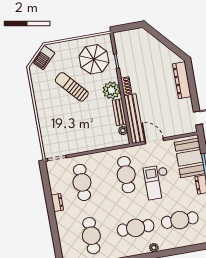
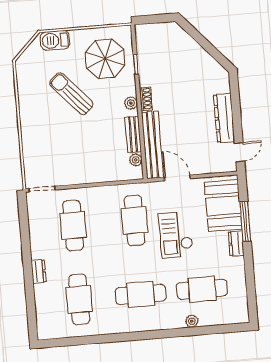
barbecue: (43, 57) -> (55, 40), moved, turned 45
dresser: (182, 80) -> (224, 118), moved
plant: (112, 90) -> (131, 103), width x0.53, depth x0.53
dresser: (57, 203) -> (39, 271), moved
plant: (154, 248) -> (192, 321), moved

